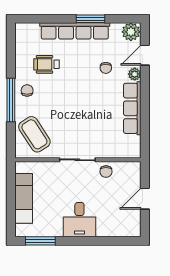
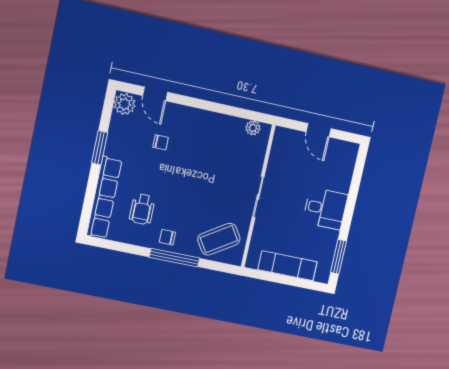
row of seats: (75, 31) -> (104, 198), moved
plant: (135, 74) -> (253, 128), moved
row of seats: (132, 108) -> (213, 122), removed
chair: (106, 171) -> (278, 167), removed

